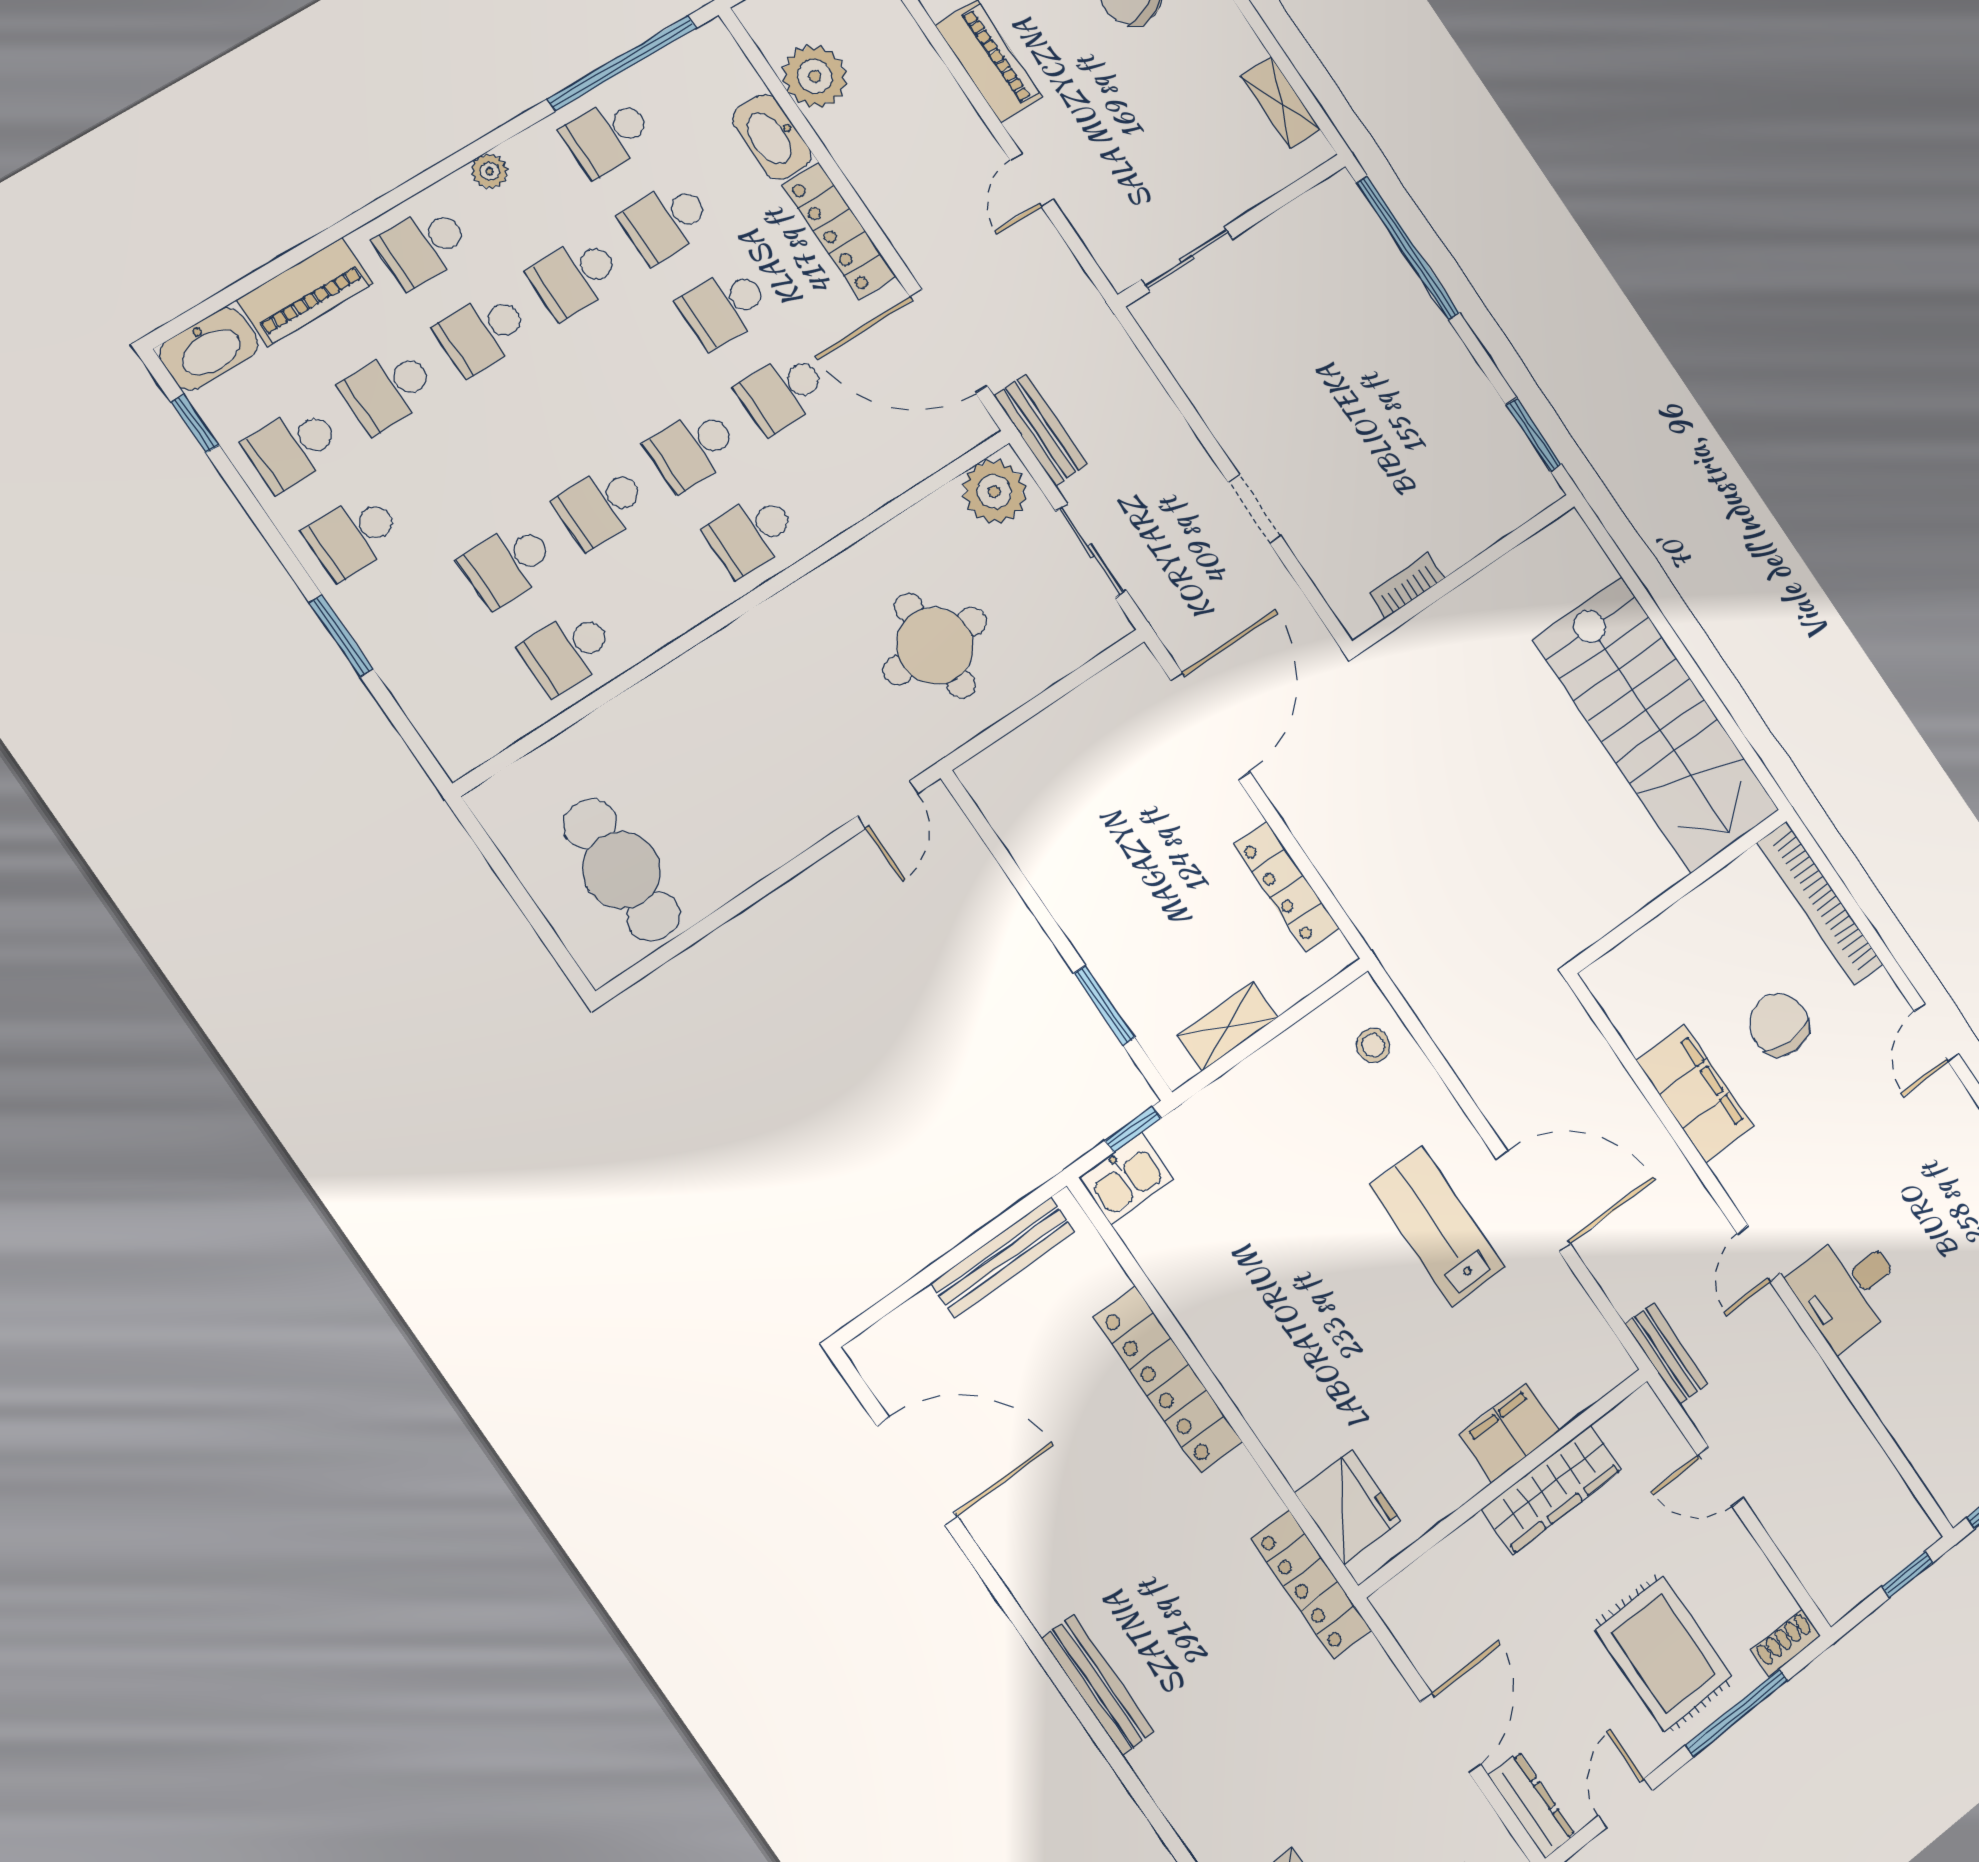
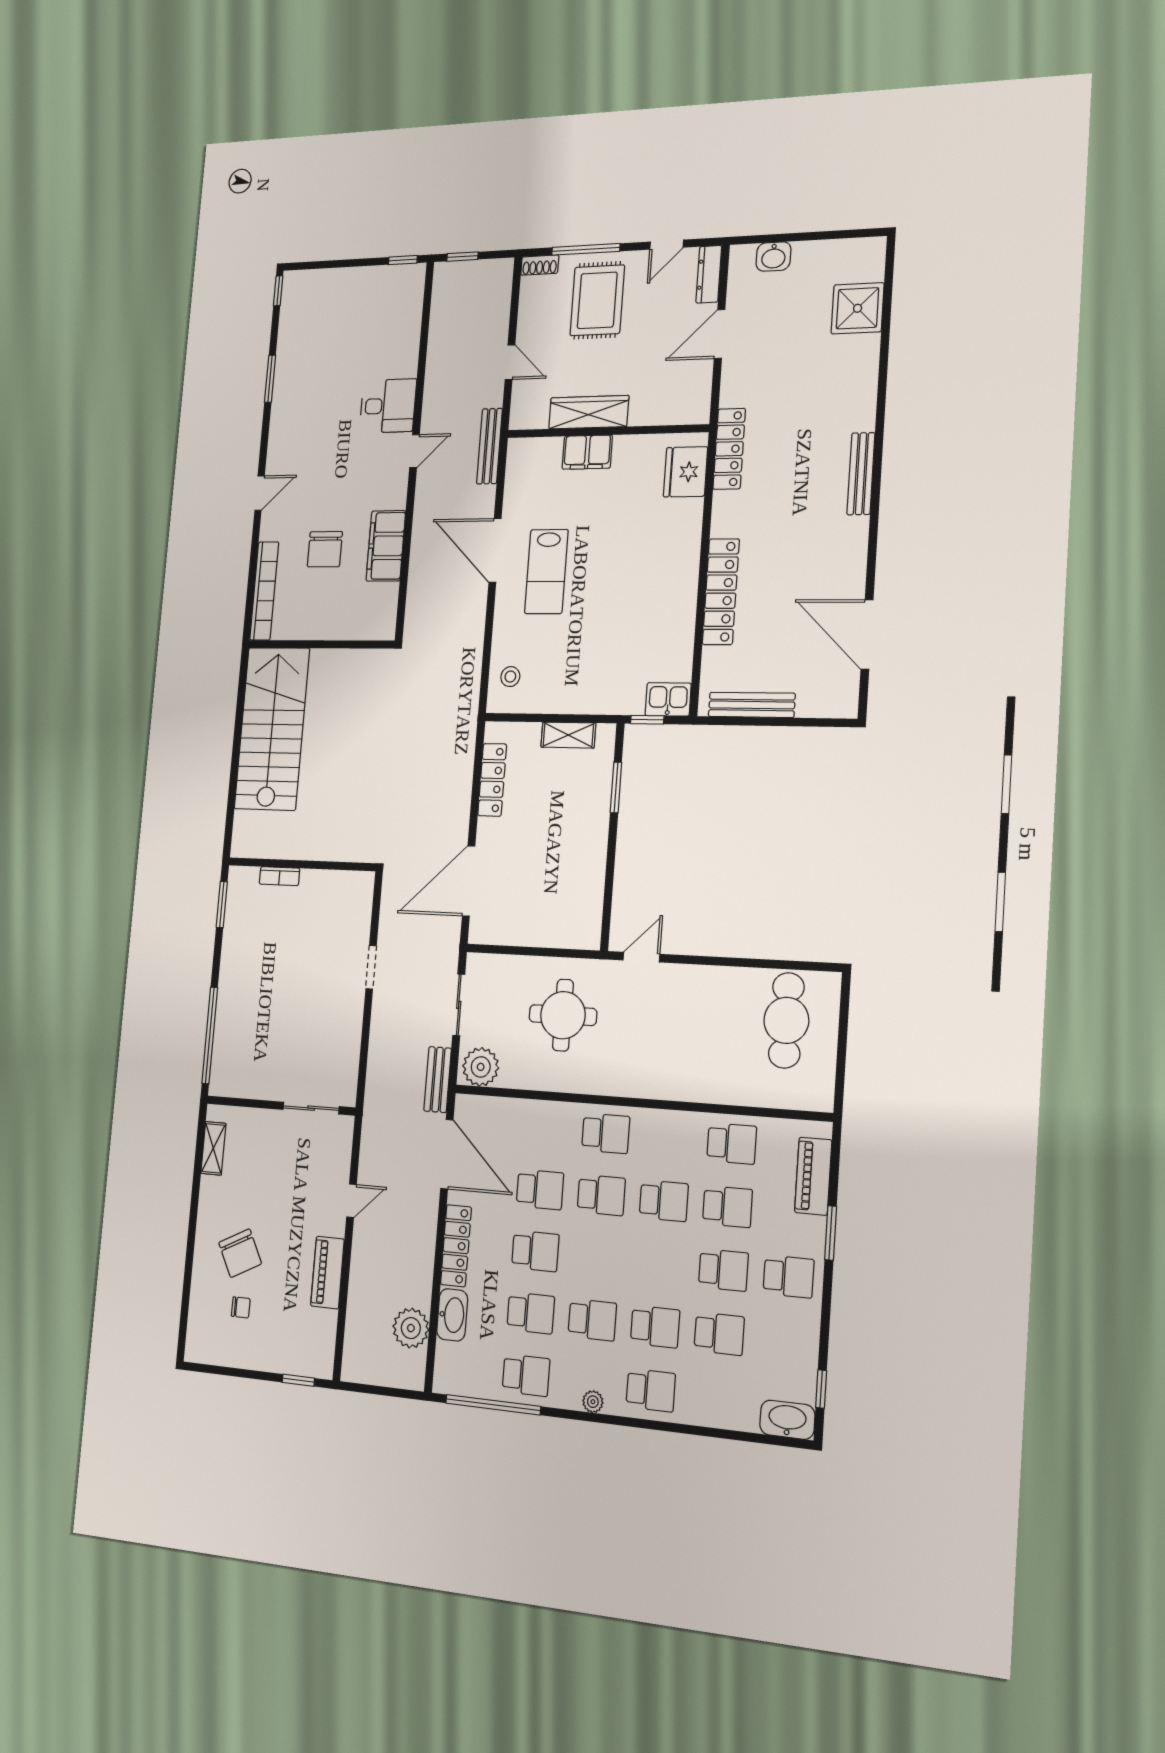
piano: (305, 292) -> (813, 1176), moved, turned -90
school desk: (293, 448) -> (723, 1270), moved
bookcase: (1407, 586) -> (279, 876), moved
bench: (1666, 1354) -> (490, 446), width x1.36

